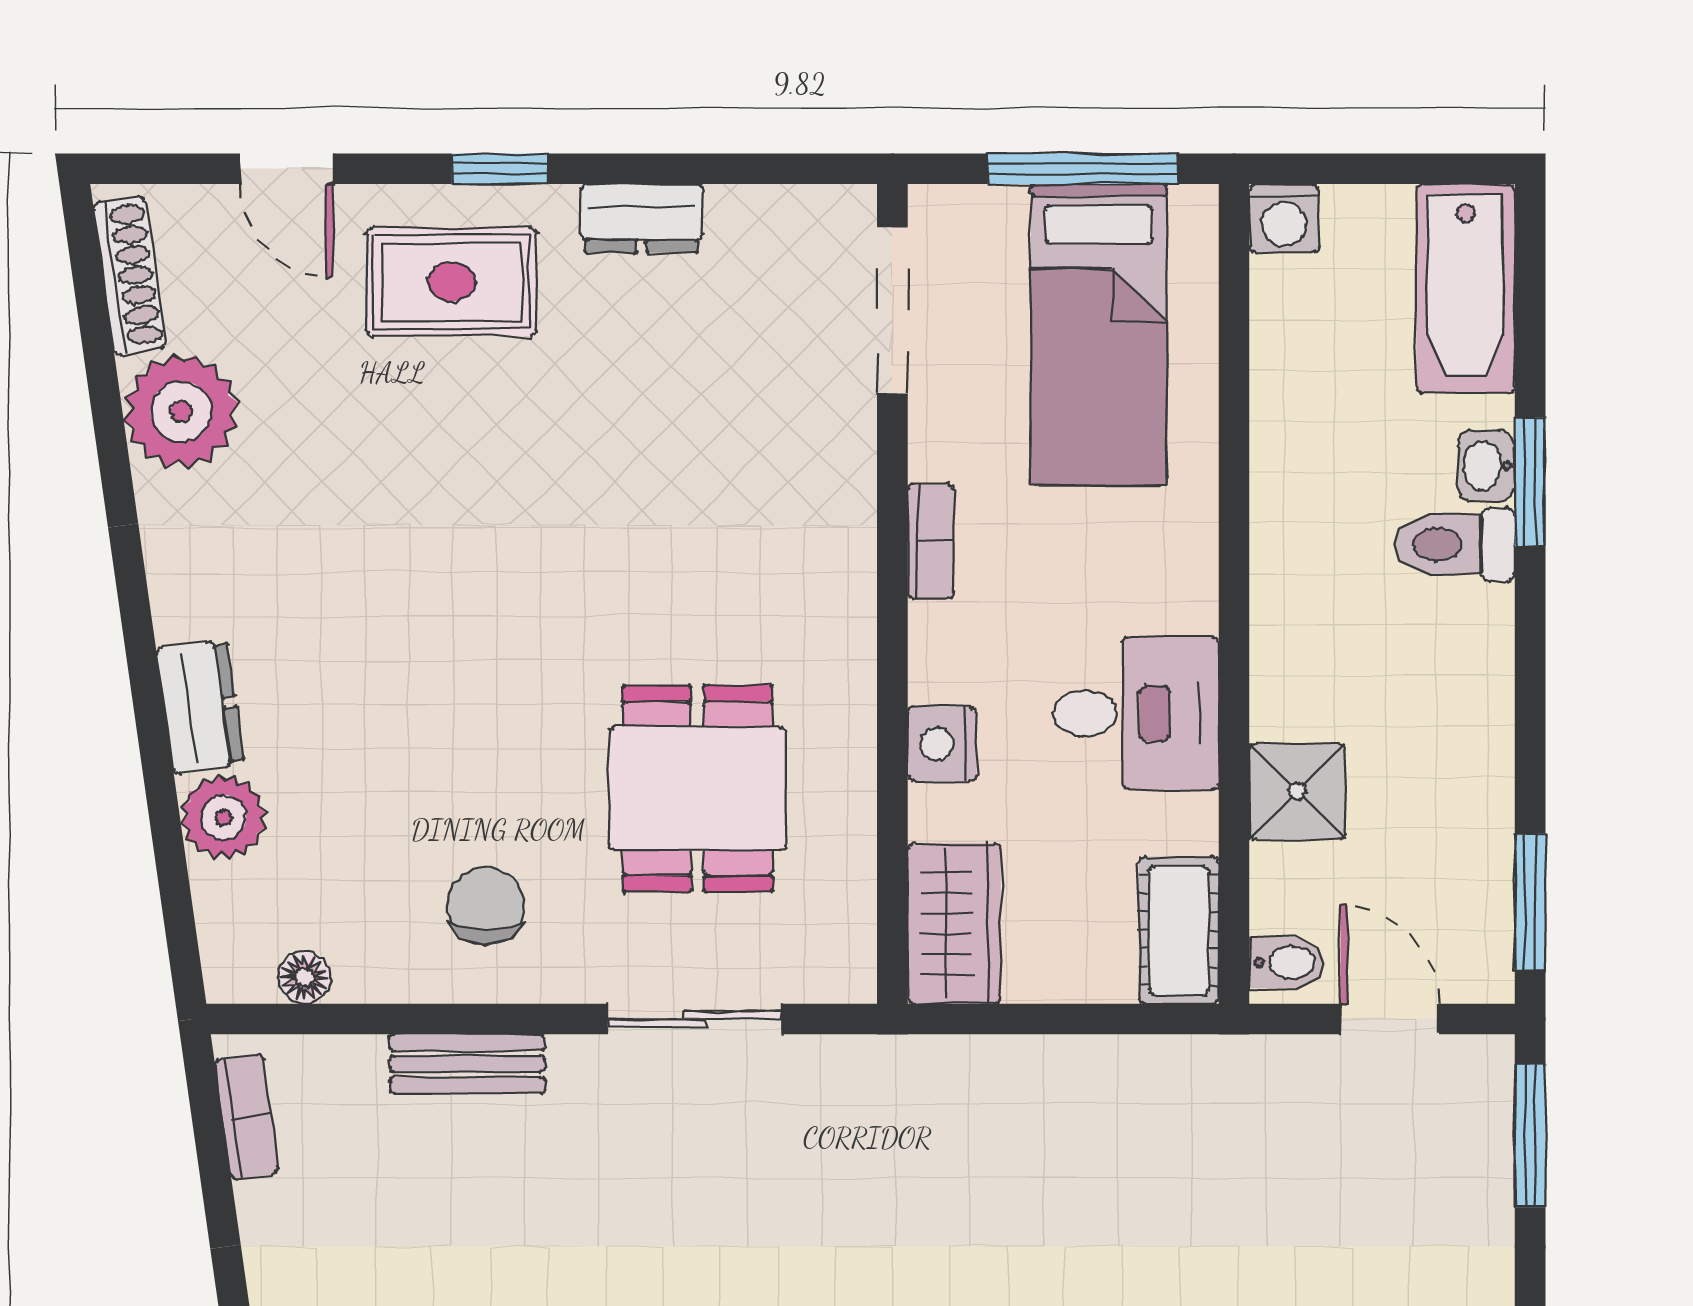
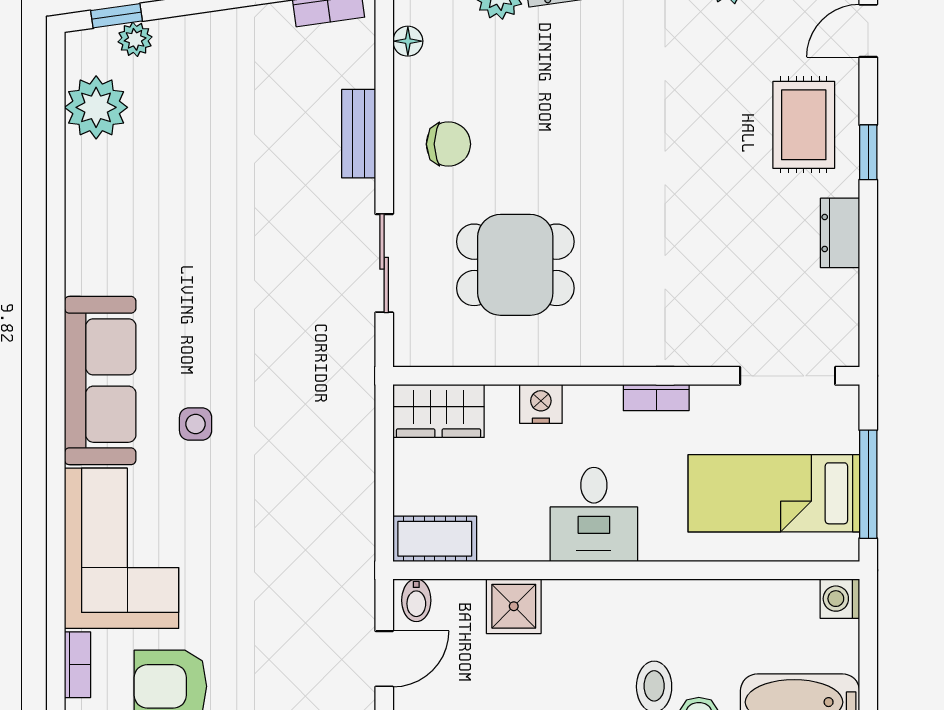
desk: (1136, 713) -> (594, 514), moved

